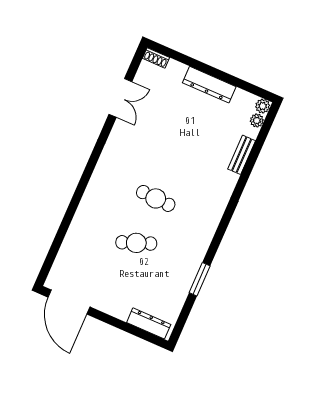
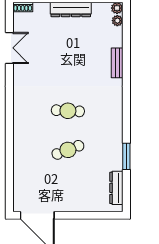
bench: (242, 155) -> (117, 63), moved
dresser: (149, 323) -> (116, 188), moved, turned -90

